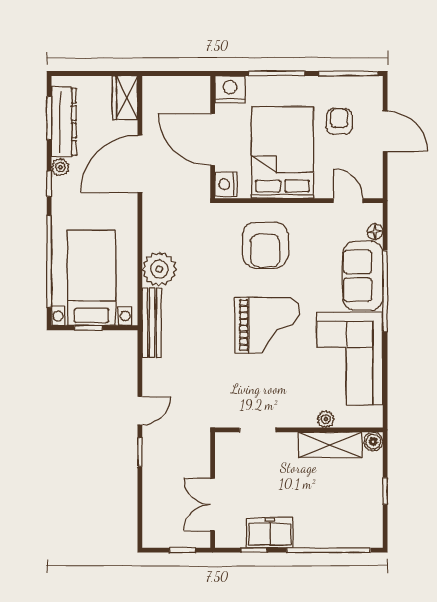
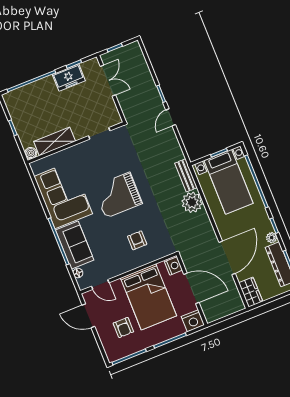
door: (385, 131) -> (88, 316), moved
armchair: (265, 245) -> (137, 240), width x0.53, depth x0.53
bench: (152, 323) -> (186, 175), width x0.73
plant: (326, 419) -> (63, 155), removed

